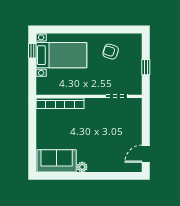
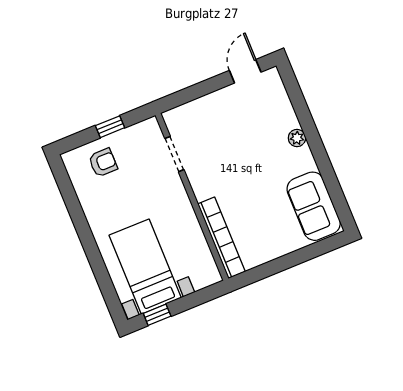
armchair: (111, 52) -> (103, 163), moved, turned -108
door: (146, 154) -> (245, 71), swing flipped
plant: (82, 167) -> (297, 138), moved

